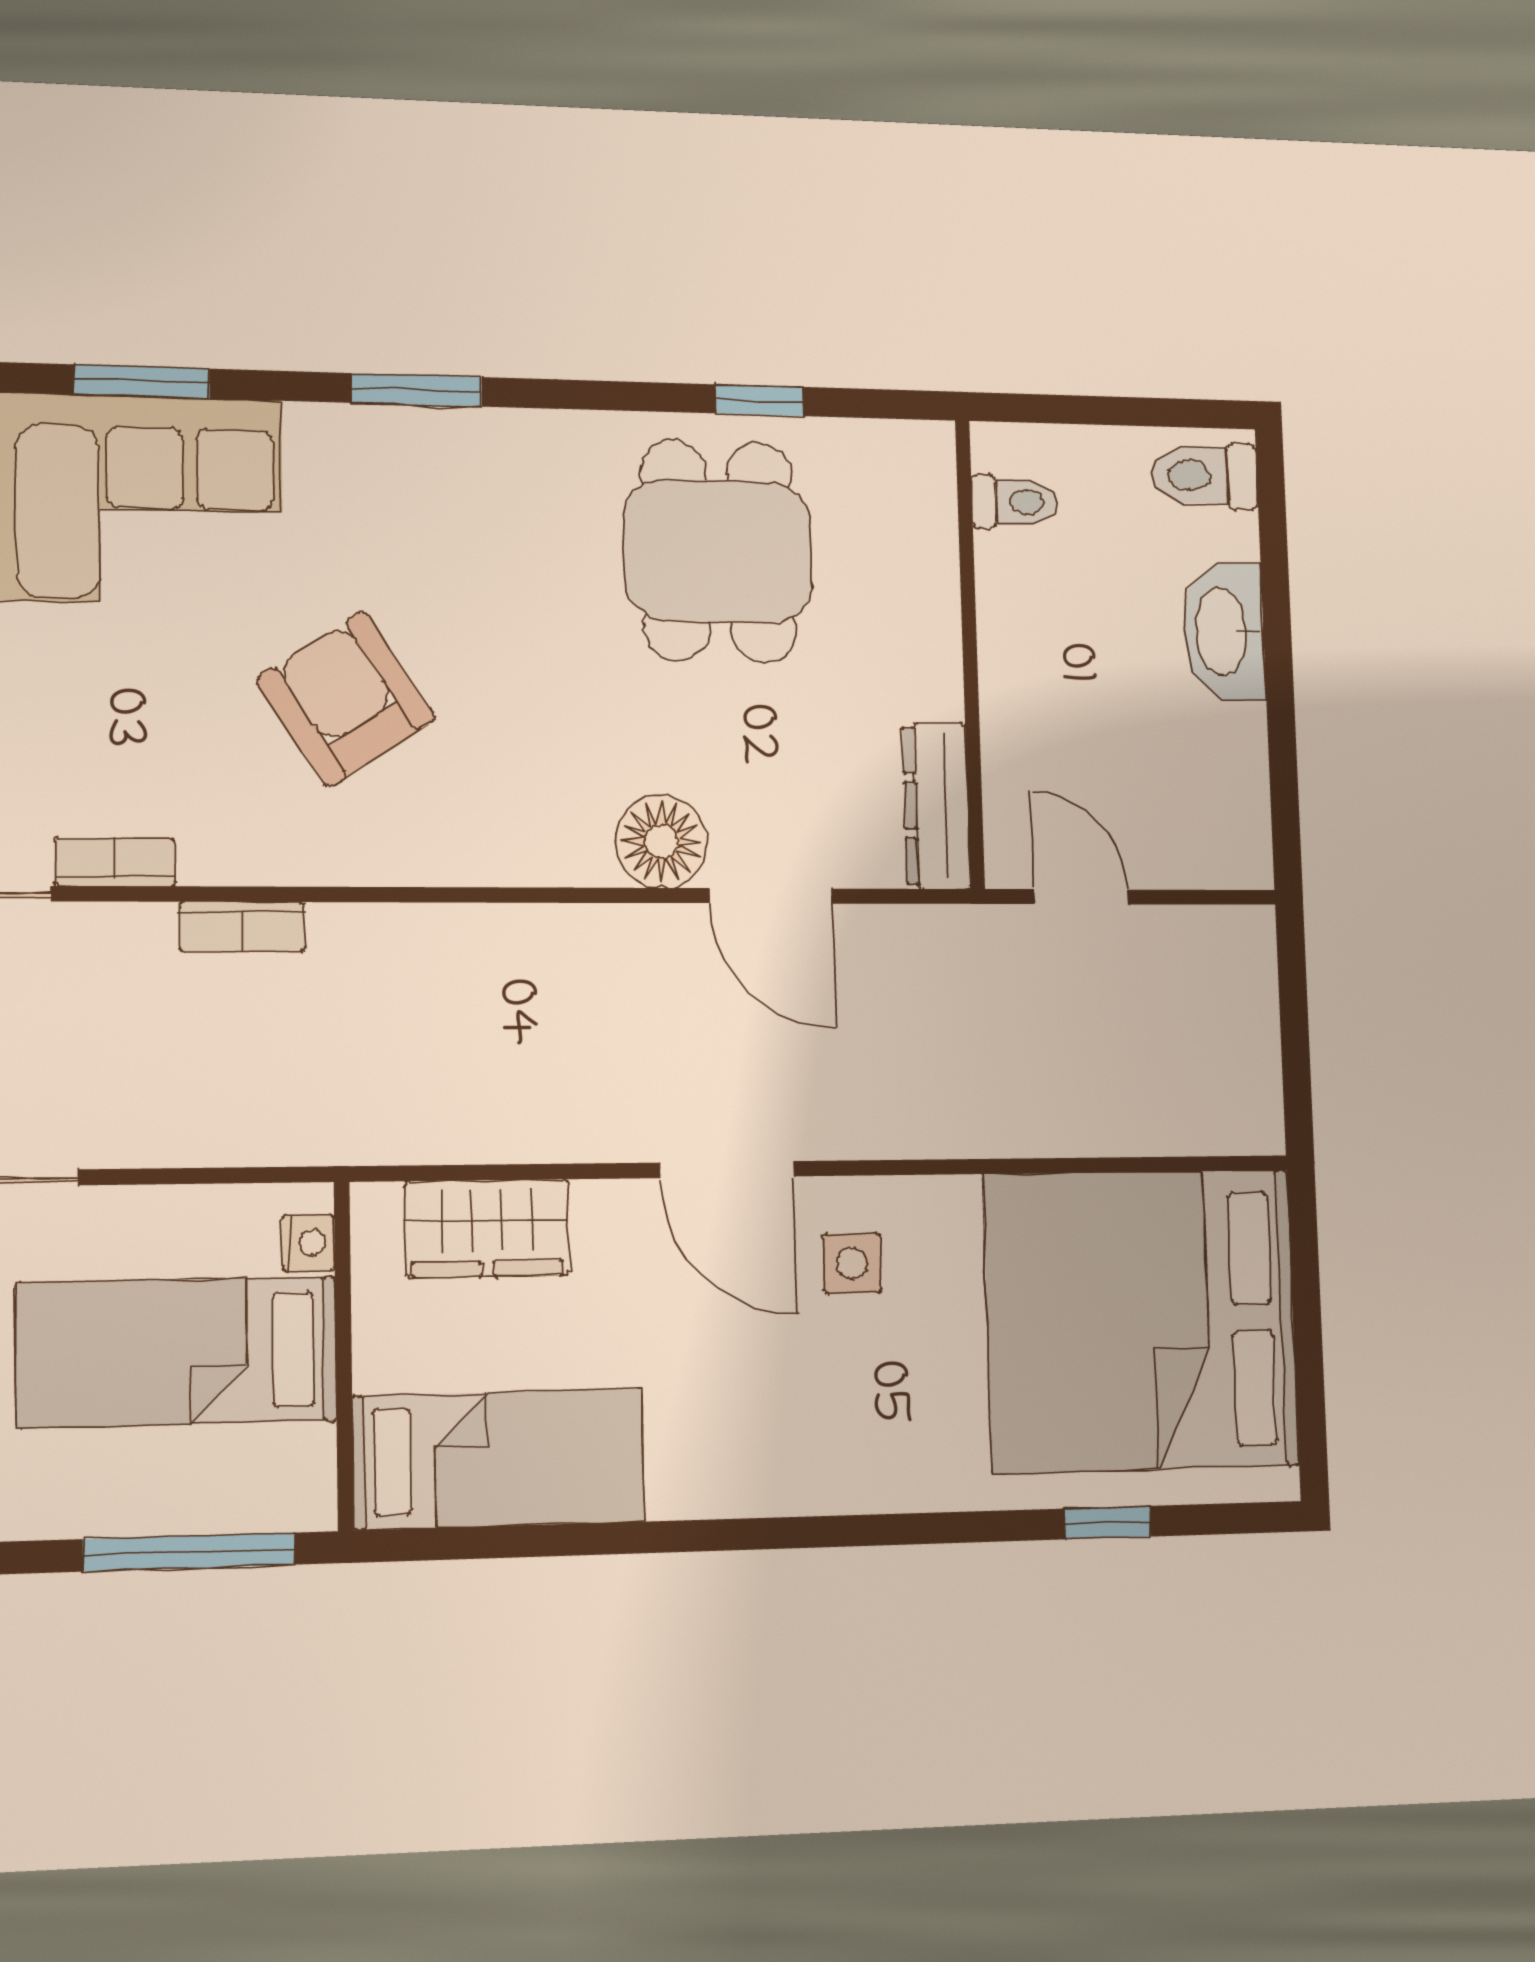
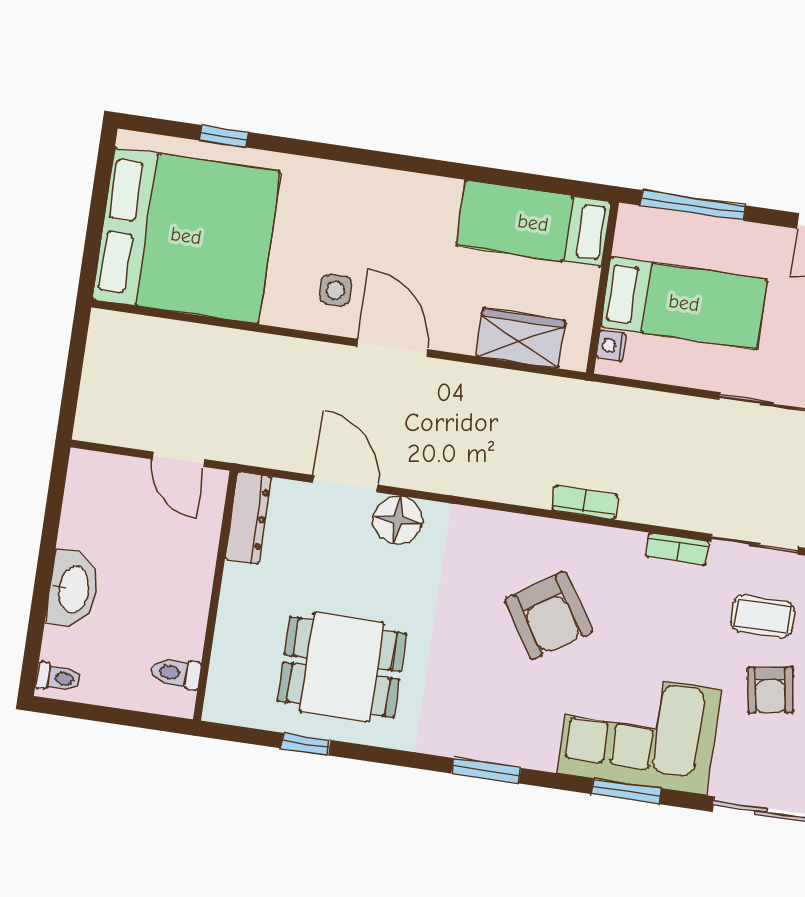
toilet: (1204, 476) -> (58, 678), width x0.73, depth x0.72
dining table: (718, 551) -> (342, 667), turned 90
bookcase: (242, 927) -> (585, 502), moved

